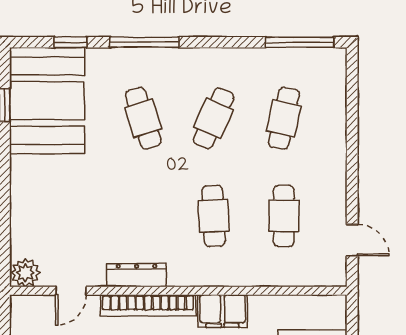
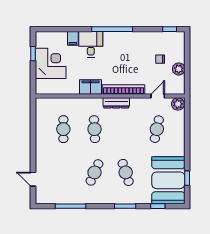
window: (144, 42) -> (125, 206), width x0.69
window: (300, 42) -> (70, 206), moved
cafe table: (284, 118) -> (157, 129), moved
door: (352, 240) -> (33, 179), moved
dresser: (137, 275) -> (116, 103), moved

